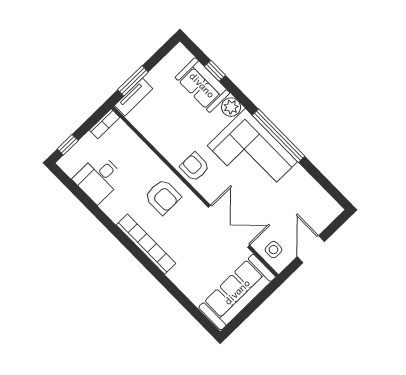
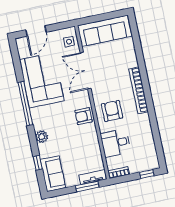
sofa: (202, 85) -> (53, 174), moved
corner sofa: (252, 154) -> (42, 80), moved
armchair: (195, 167) -> (84, 116), turned 90
desk: (99, 178) -> (116, 143), moved, turned 180
door: (311, 249) -> (36, 31), moved

